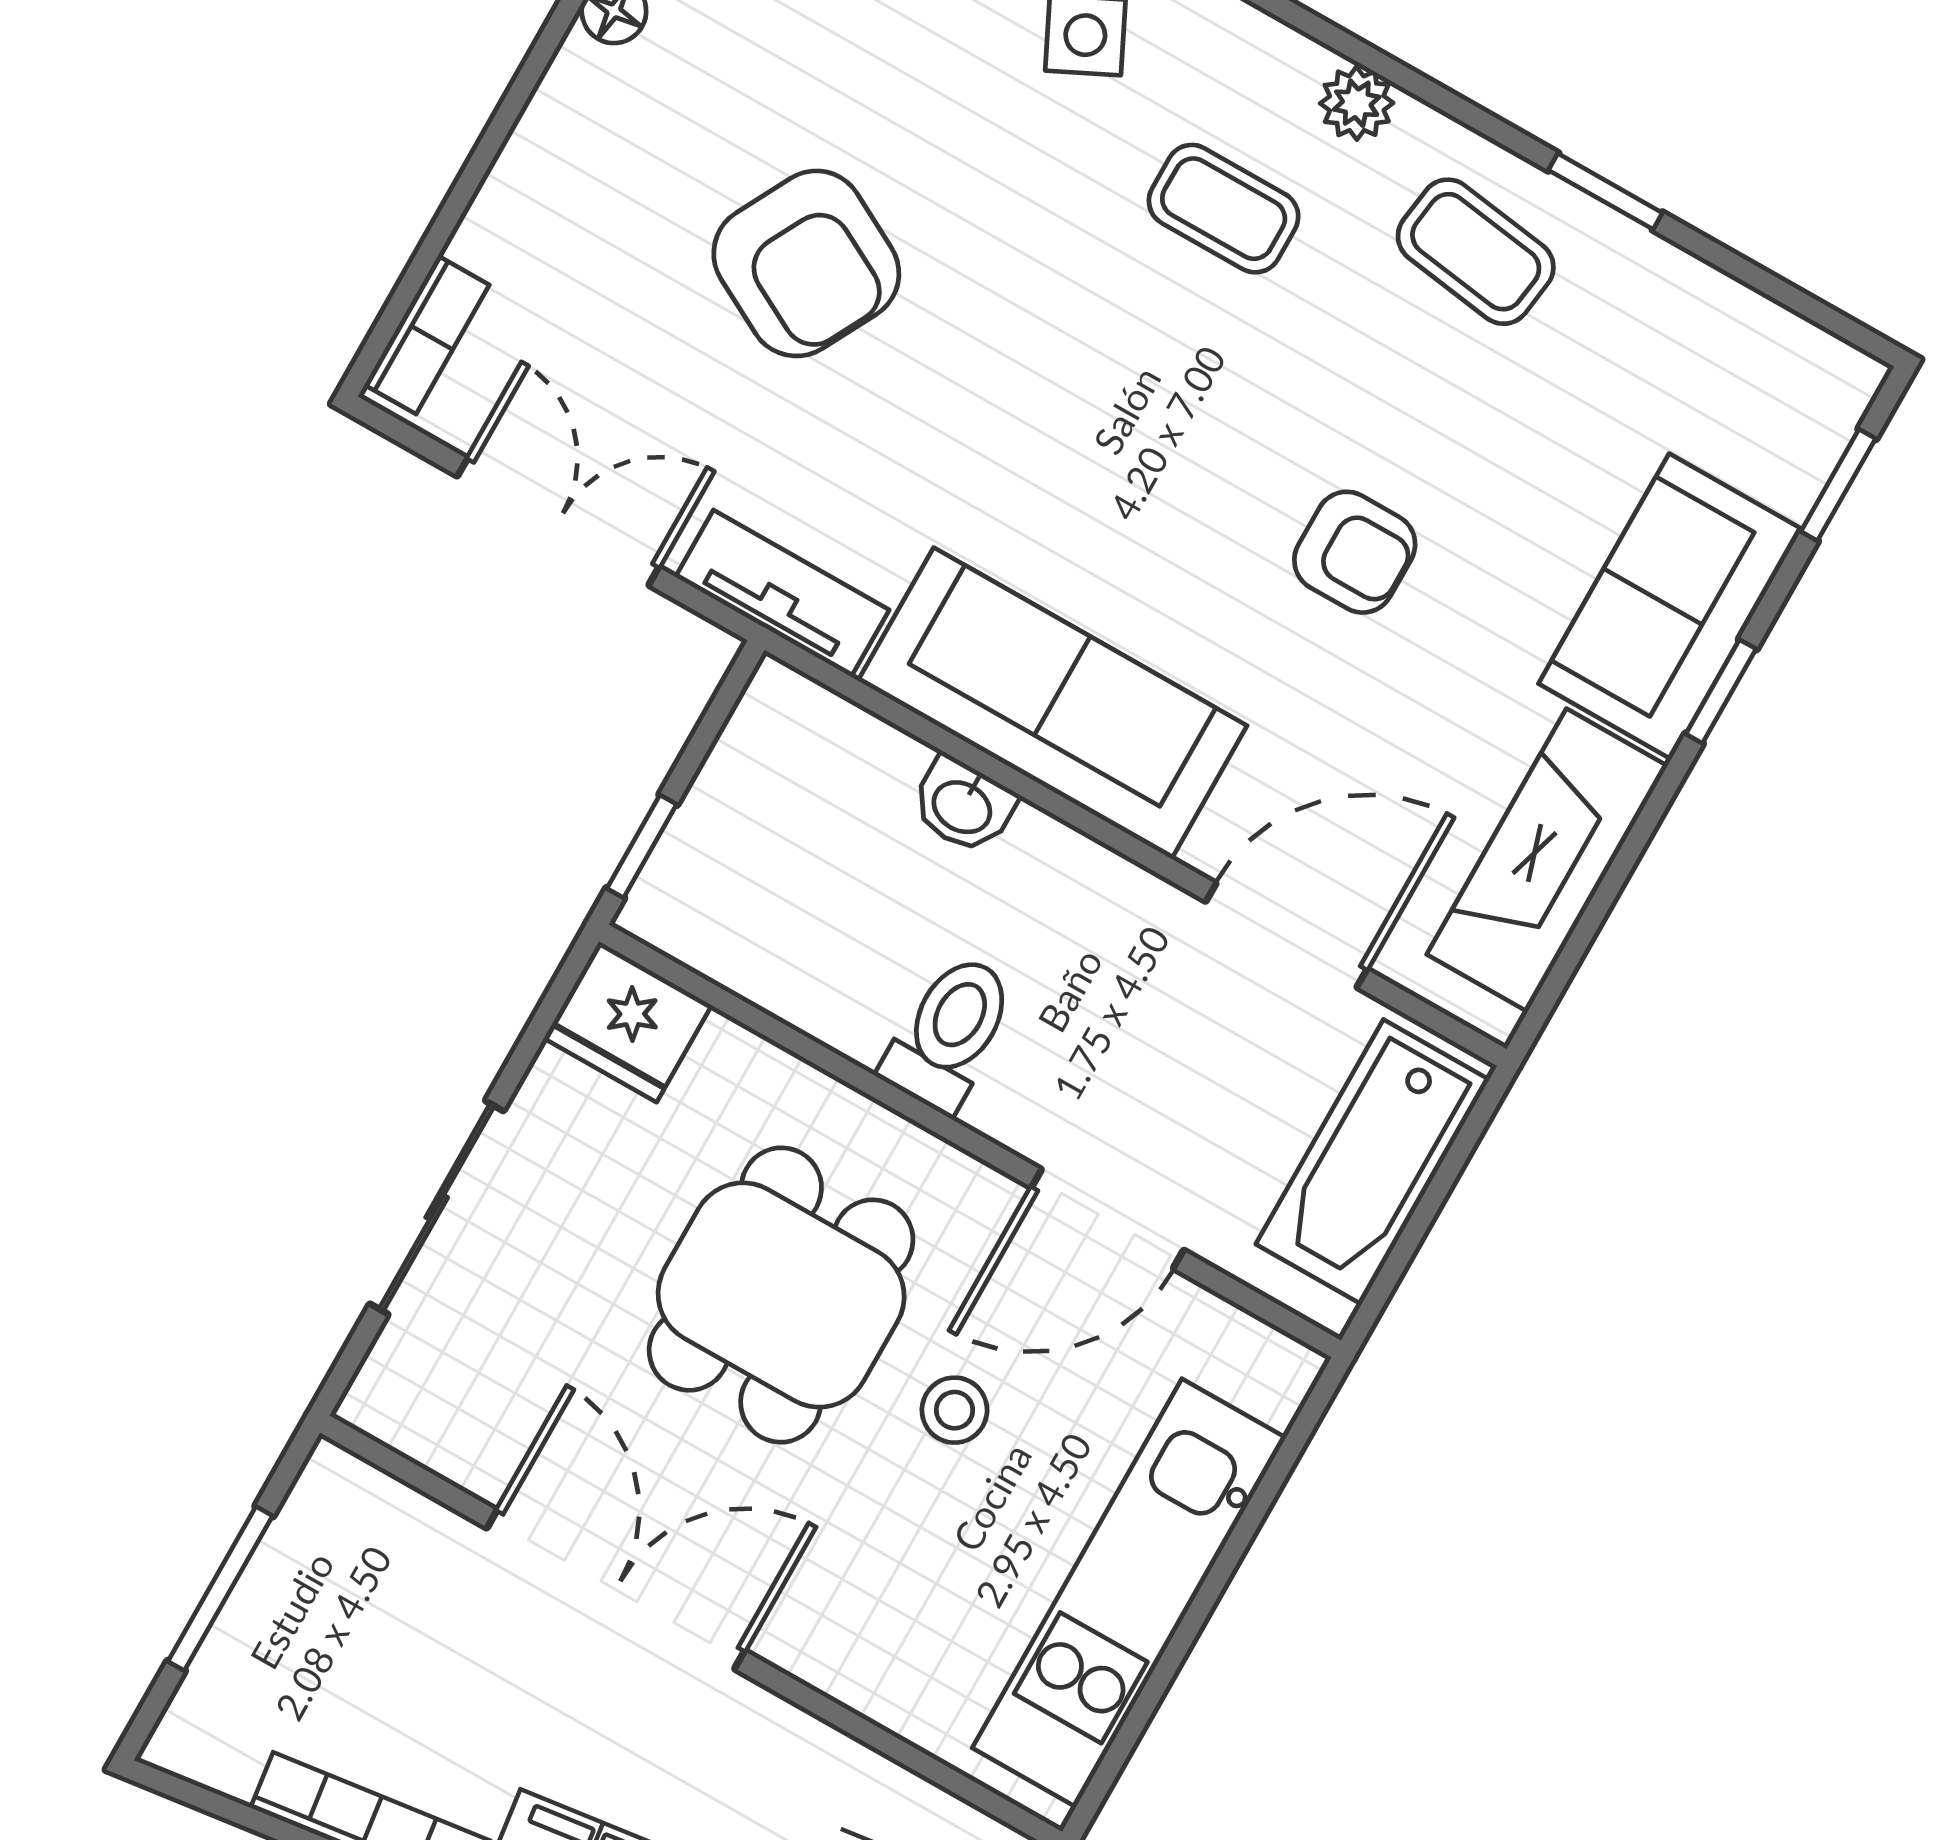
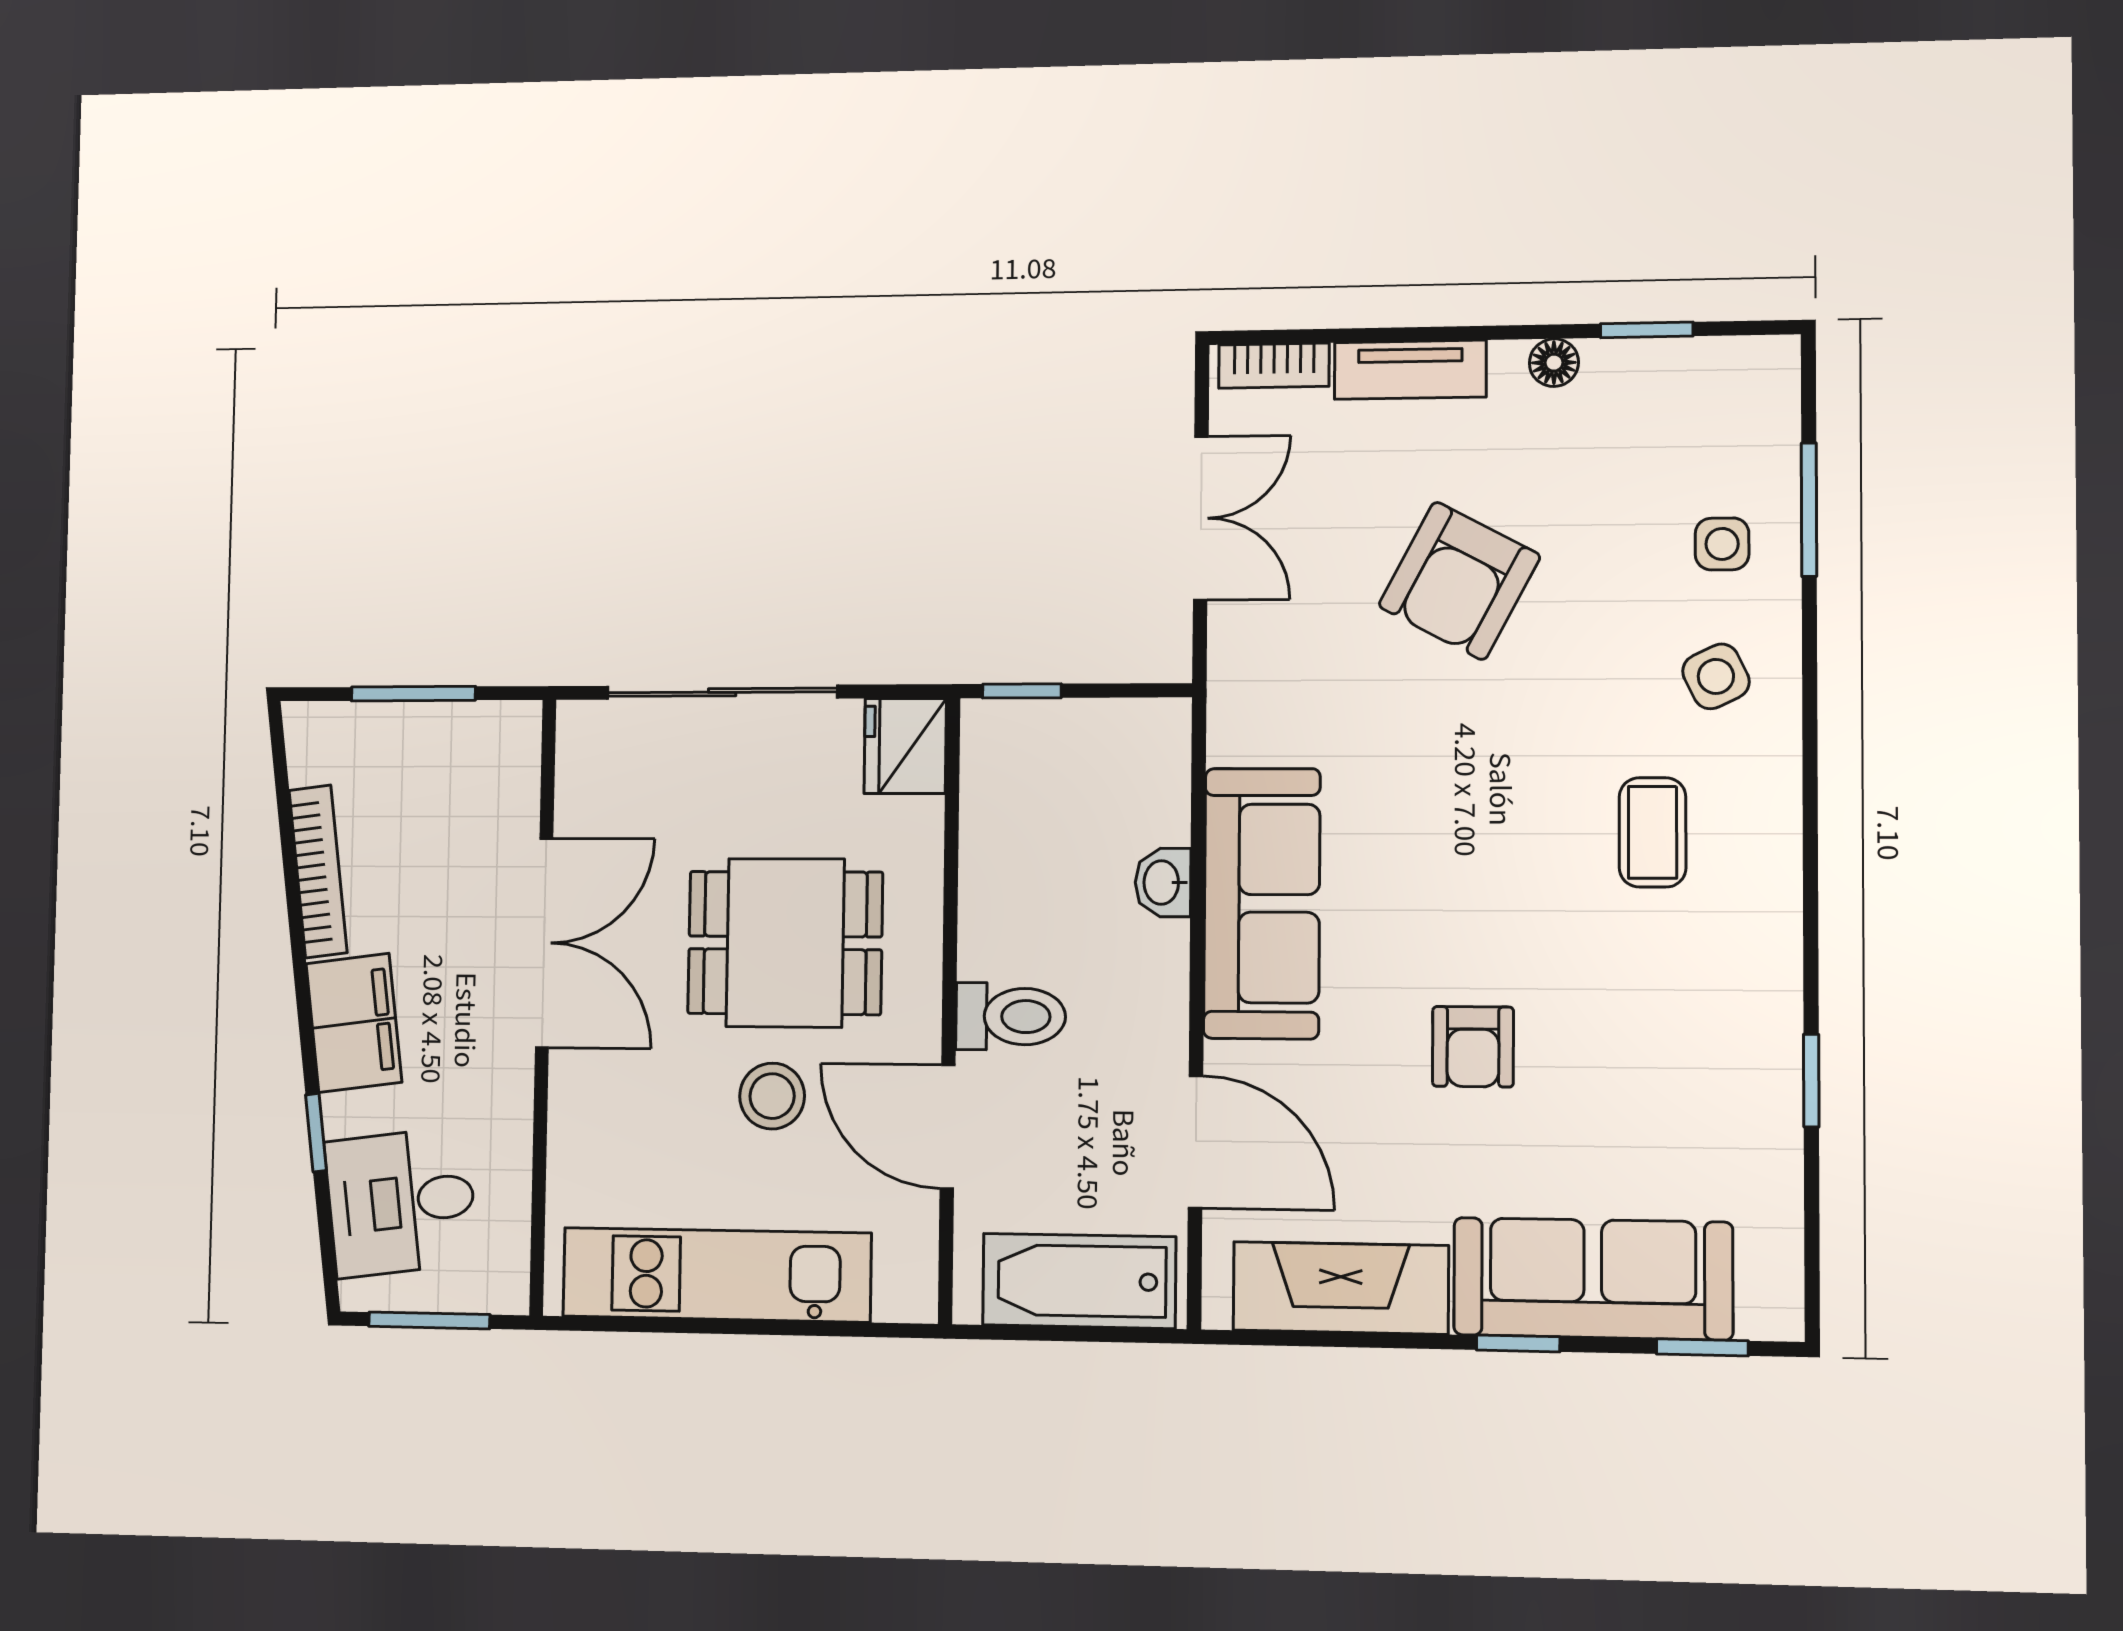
plant: (1357, 103) -> (1774, 881), removed
coffee table: (1476, 252) -> (1720, 1016), removed
tv unit: (782, 593) -> (1410, 370), moved, turned 90
sofa: (1670, 606) -> (1593, 1279), width x1.36
toilet: (950, 1033) -> (1011, 1016), moved
sliding door: (437, 1207) -> (722, 692), width x1.37
stool: (955, 1410) -> (772, 1096), width x1.37, depth x1.37

